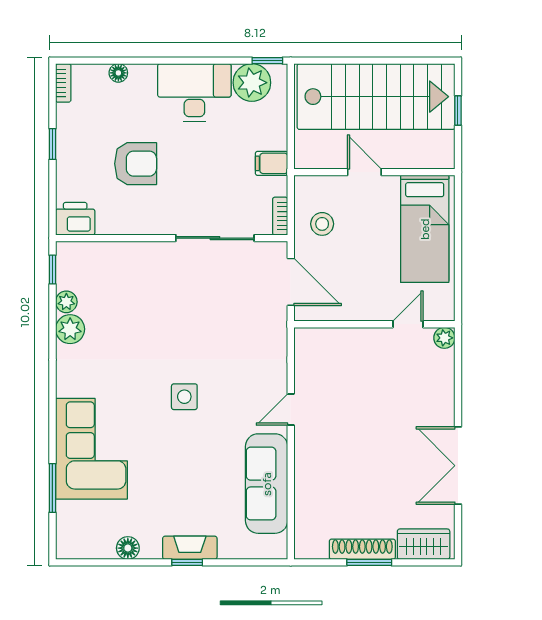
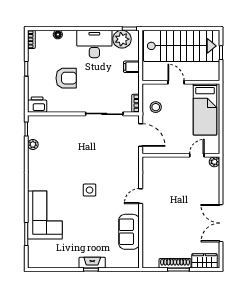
filing cabinet: (272, 163) -> (131, 67), moved
plant: (70, 329) -> (35, 158), removed
sofa: (267, 484) -> (129, 232), width x0.73
floor lamp: (128, 548) -> (62, 263), removed

